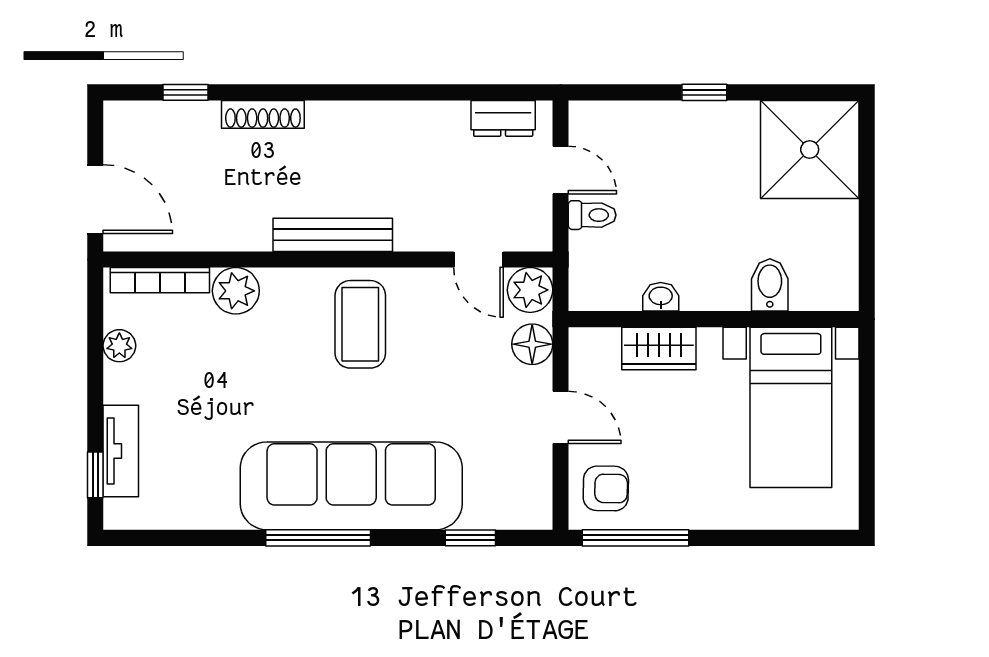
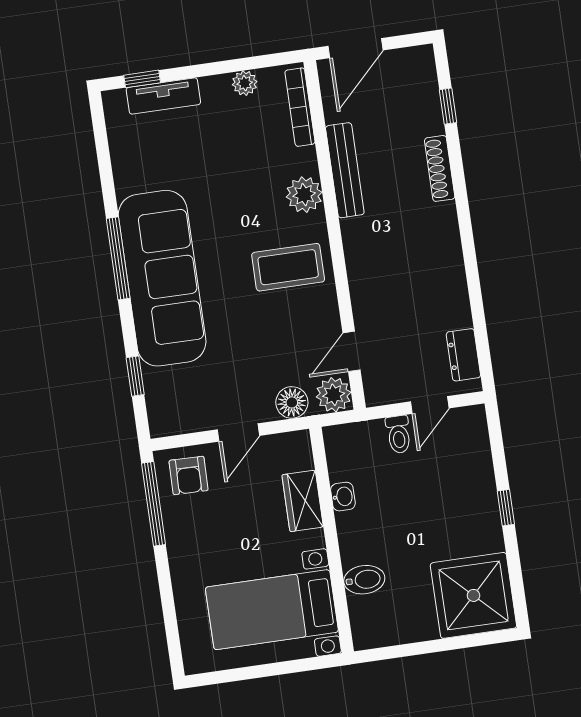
bench: (333, 235) -> (345, 170), moved
plant: (236, 291) -> (304, 195), moved

